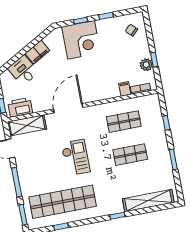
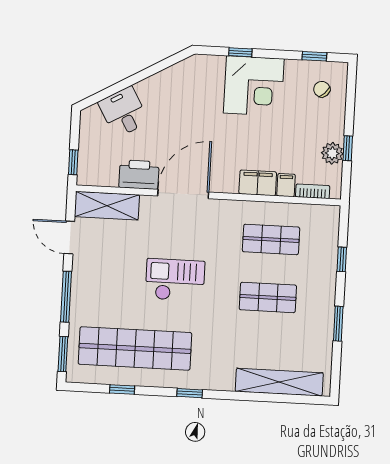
window: (106, 16) -> (314, 56), moved
corner desk: (81, 40) -> (254, 86), moved
filing cabinet: (37, 52) -> (258, 183), moved, turned -151
printer: (20, 107) -> (139, 175), moved
checkout: (76, 158) -> (175, 280), turned -90
window: (117, 216) -> (190, 393), moved

